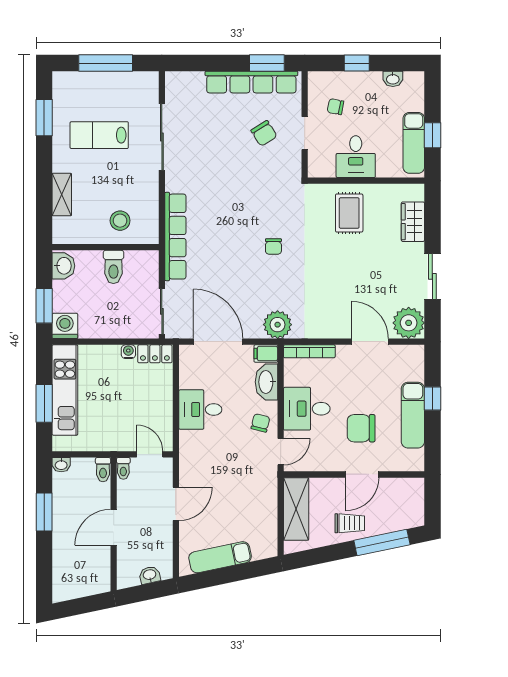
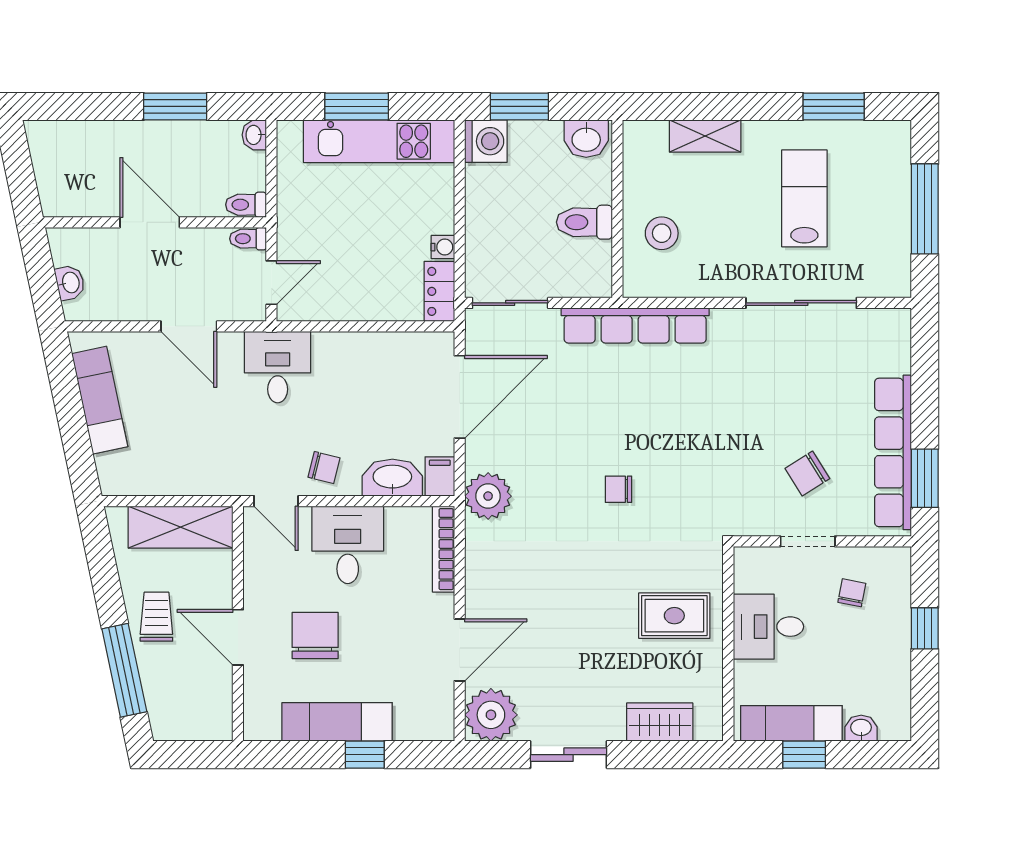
washbasin: (393, 79) -> (861, 728), moved, turned 90
desk: (200, 410) -> (278, 367), moved
trolley: (350, 523) -> (156, 617), turned 180

